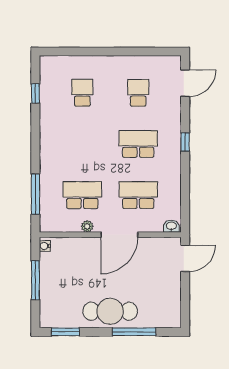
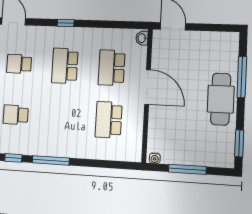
window: (35, 194) -> (51, 160), moved
plant: (87, 226) -> (138, 117), removed

